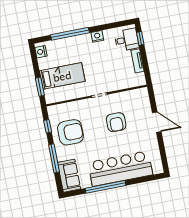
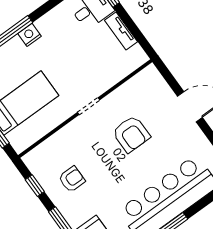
nightstand: (97, 36) -> (30, 35), moved
armchair: (70, 132) -> (72, 179), width x0.53, depth x0.53

